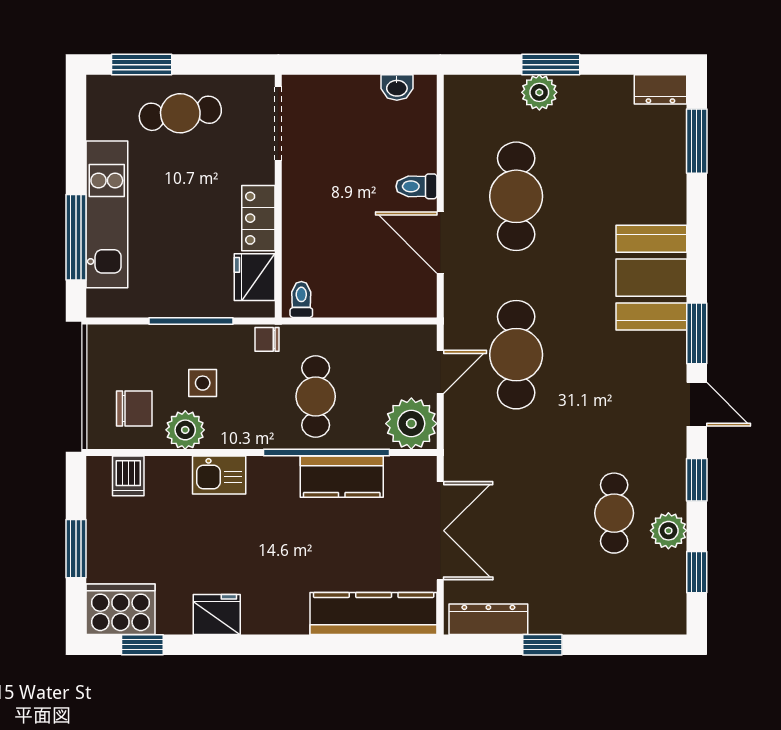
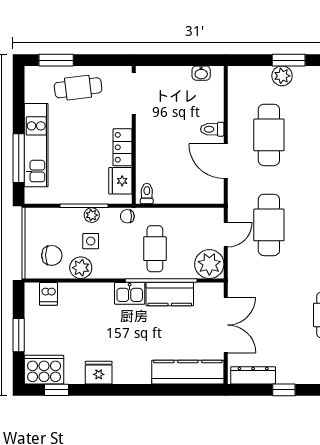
plant: (204, 337) -> (92, 215), added
kitchen sink: (219, 475) -> (130, 293), moved

